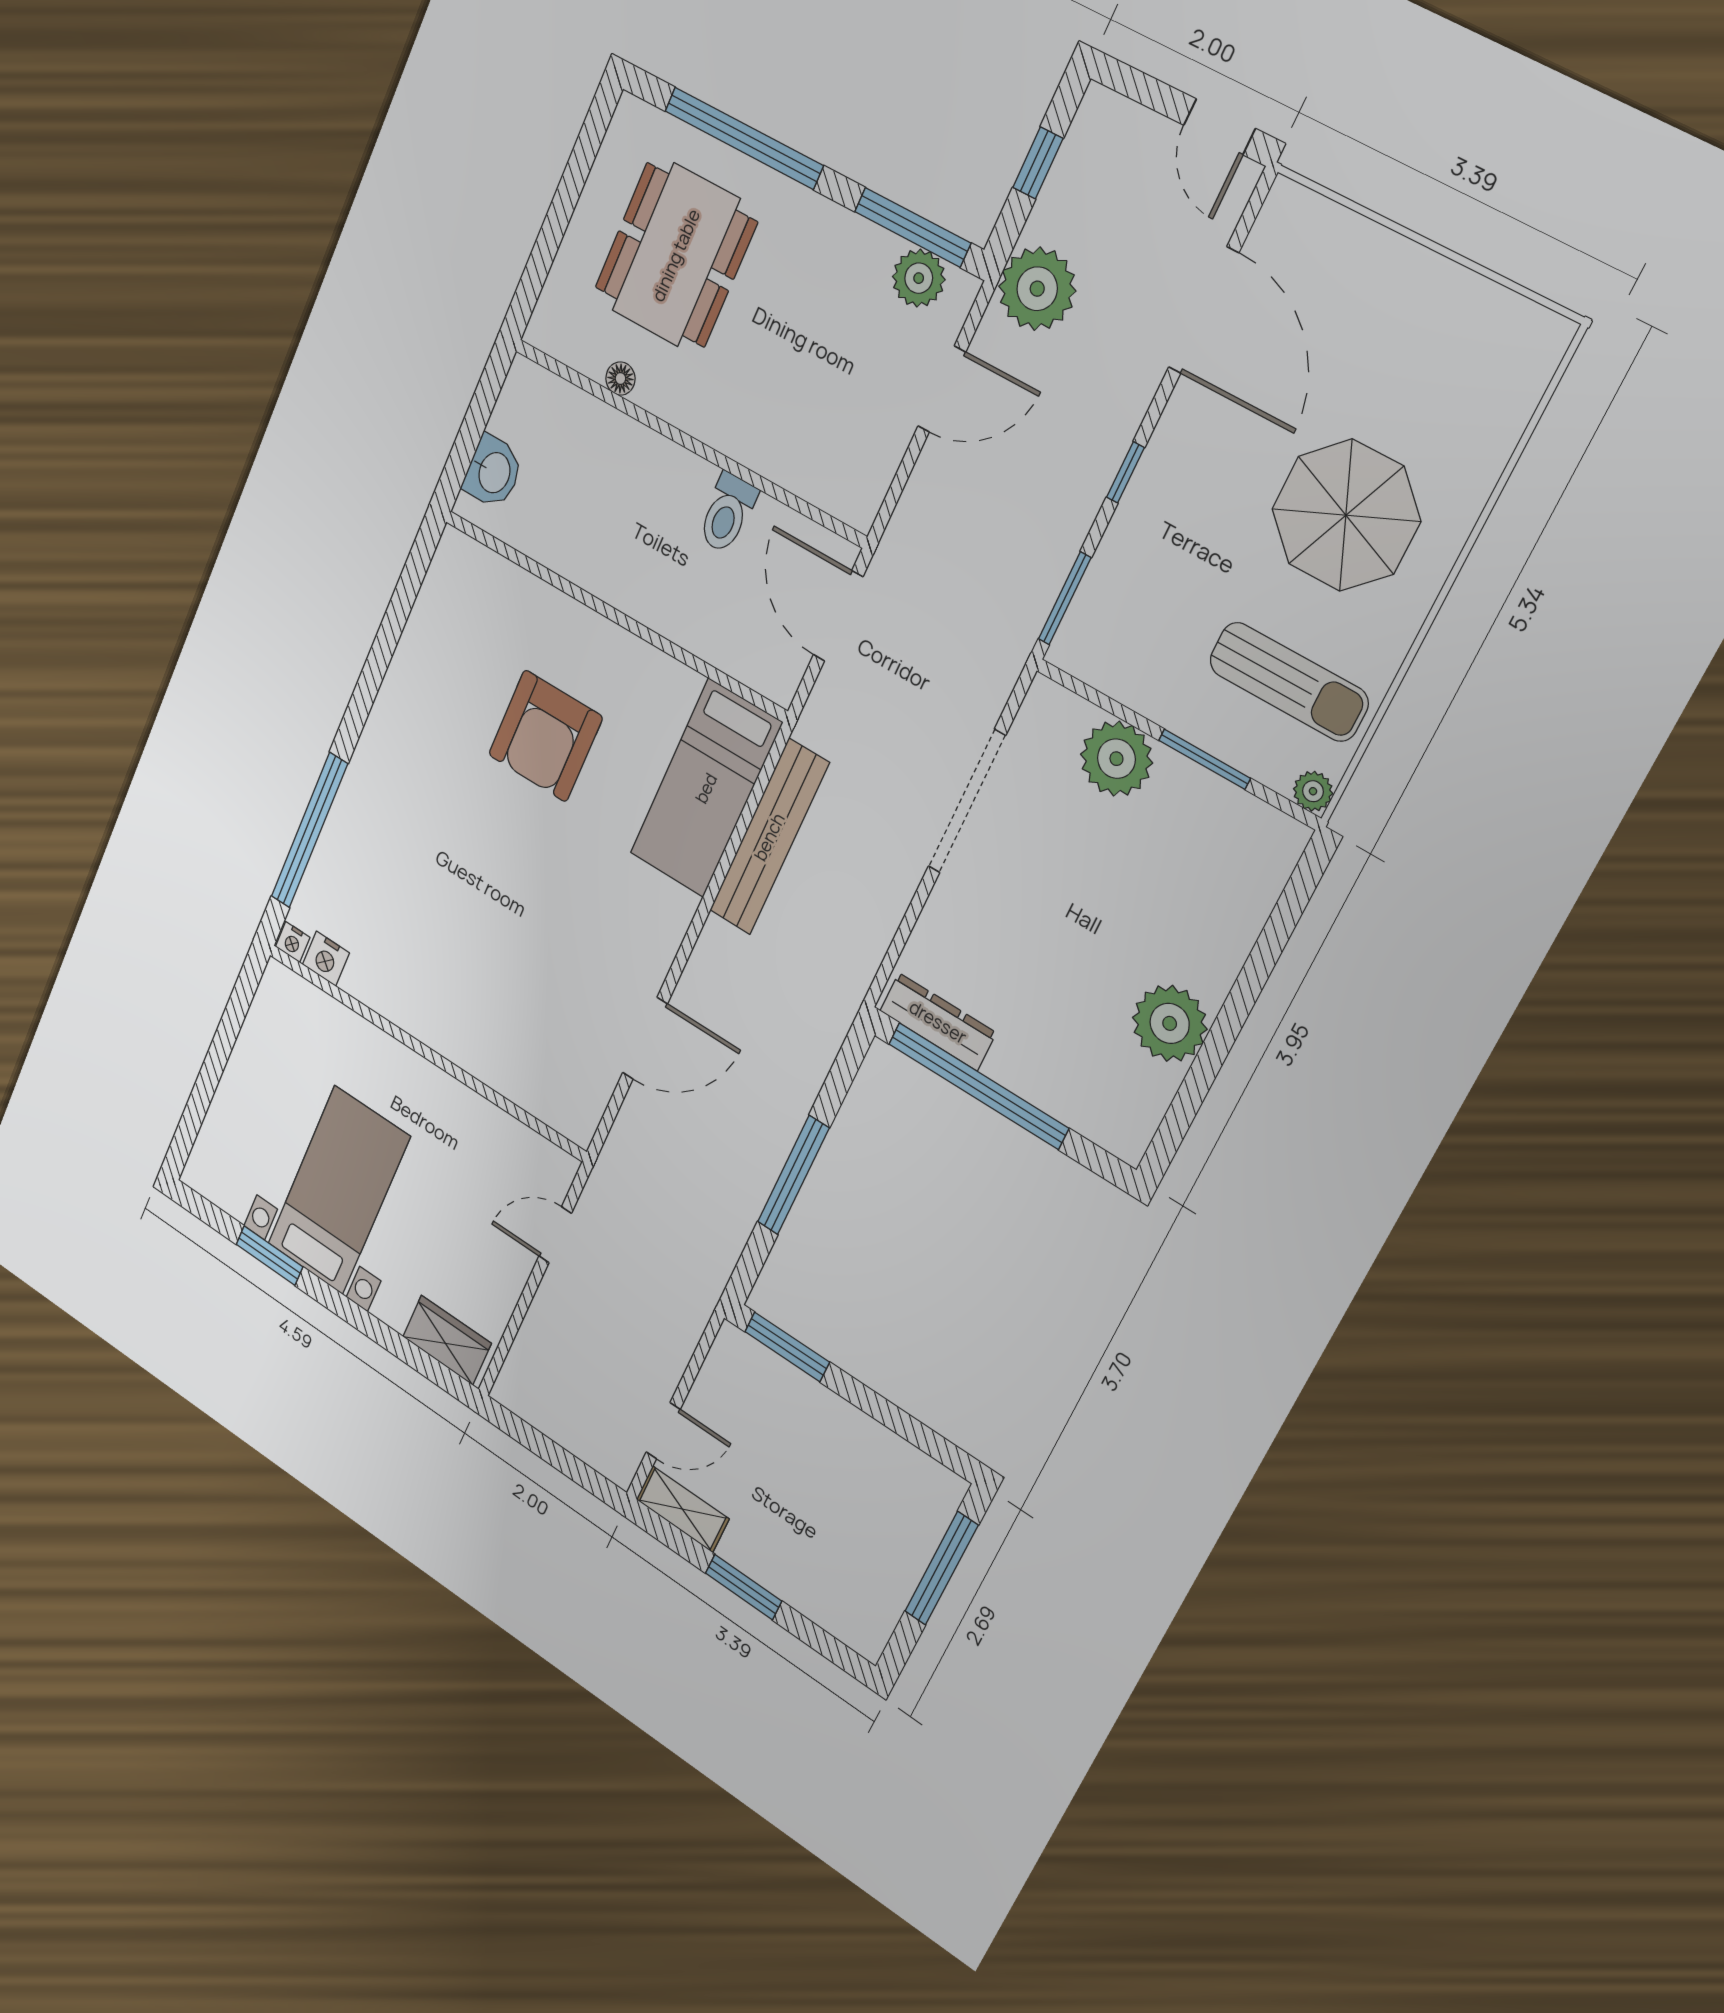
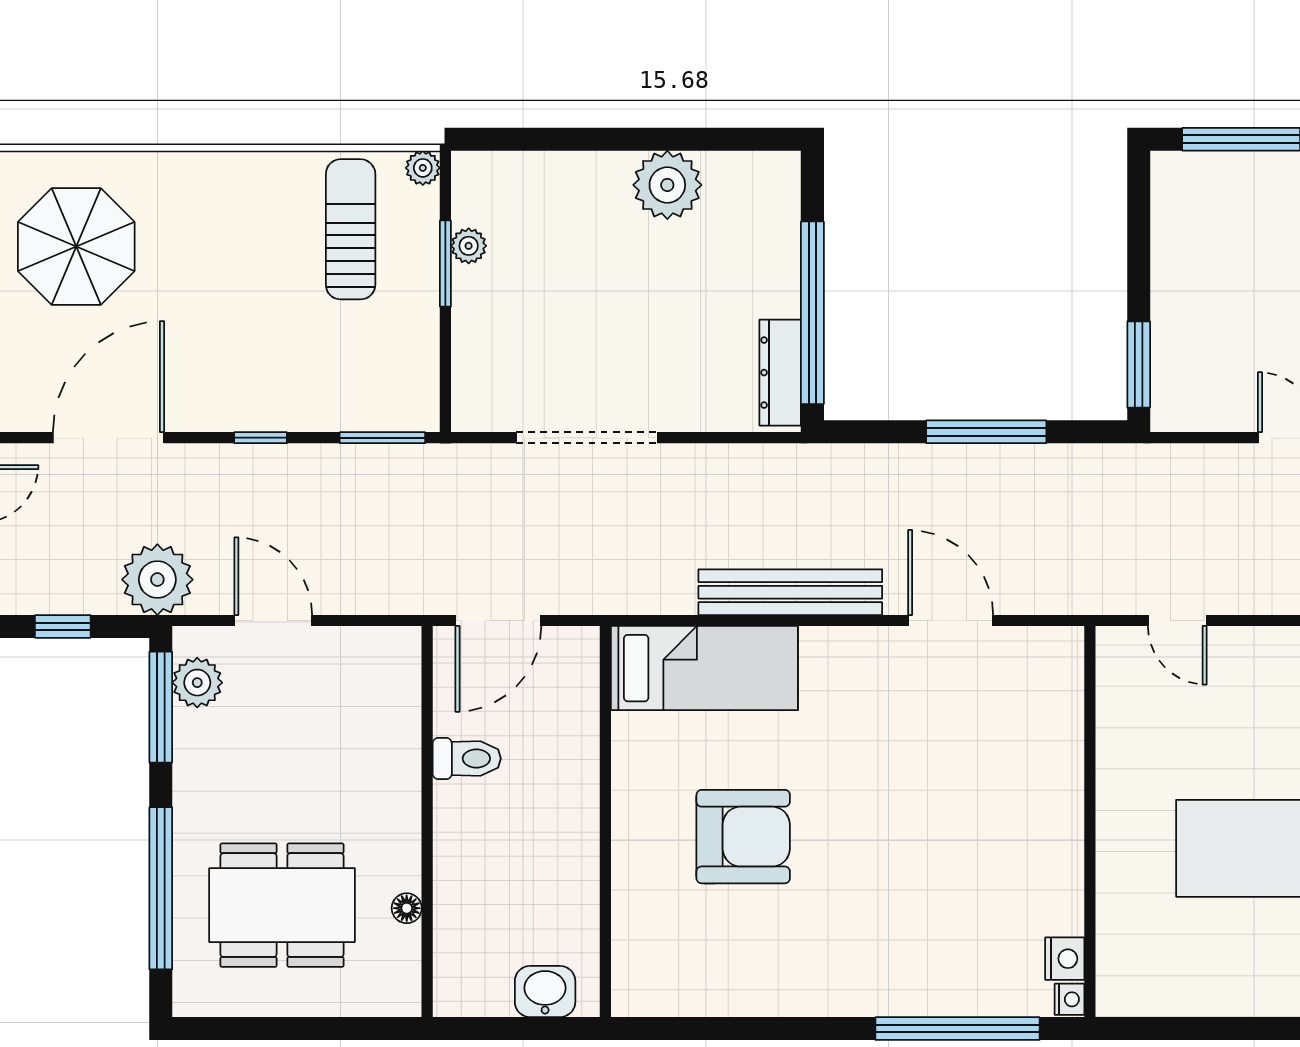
parasol: (1346, 515) -> (76, 247), moved
plant: (1116, 759) -> (469, 246), moved, width x0.53, depth x0.53
bench: (769, 837) -> (790, 592), moved

